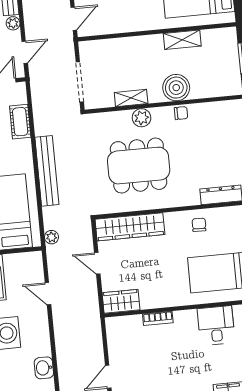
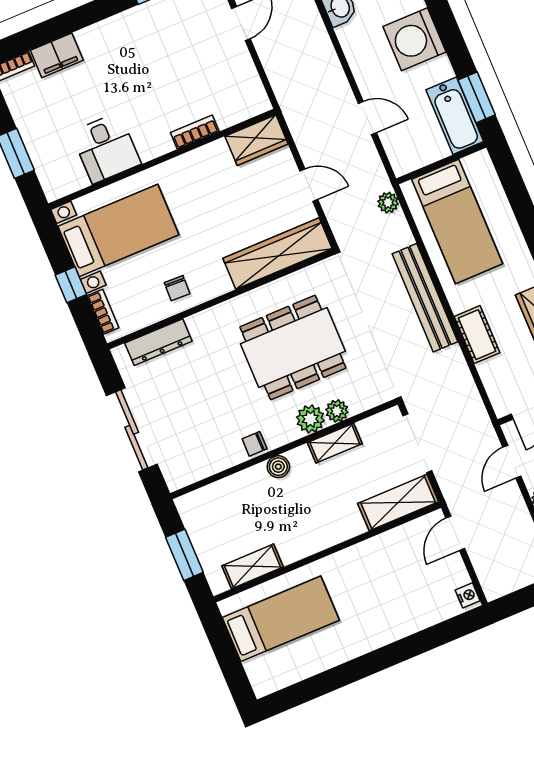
shelving: (182, 40) -> (252, 566), moved
shelving: (103, 49) -> (398, 503), added
boiler: (176, 88) -> (278, 467), width x0.54, depth x0.54
plant: (124, 118) -> (337, 411), added
cot: (20, 122) -> (477, 335), moved

